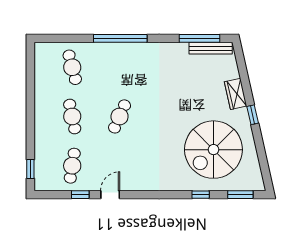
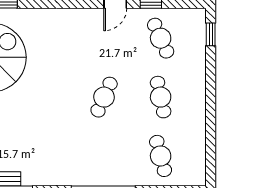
cafe table: (72, 166) -> (161, 38), turned -33

